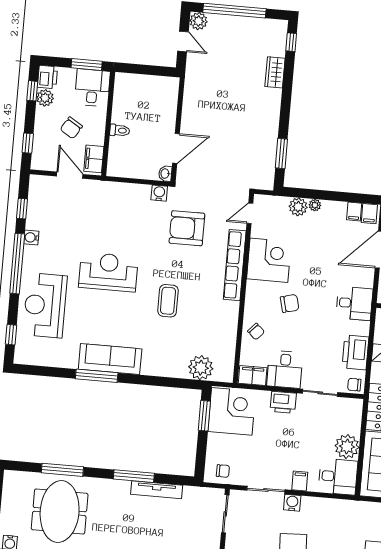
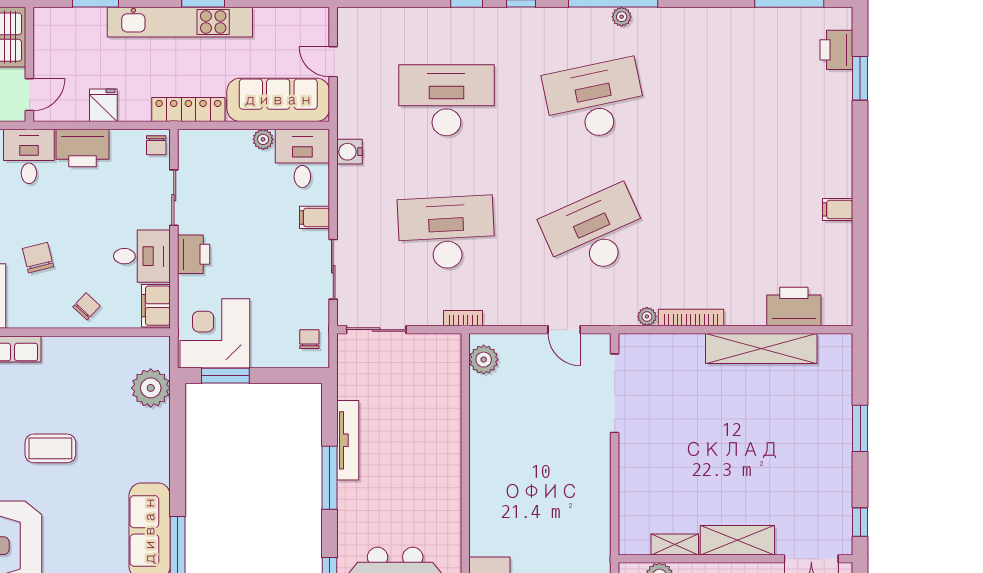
printer: (355, 352) -> (83, 148), moved
plant: (347, 447) -> (263, 139), width x0.53, depth x0.53
water cooler: (292, 503) -> (349, 152), moved

